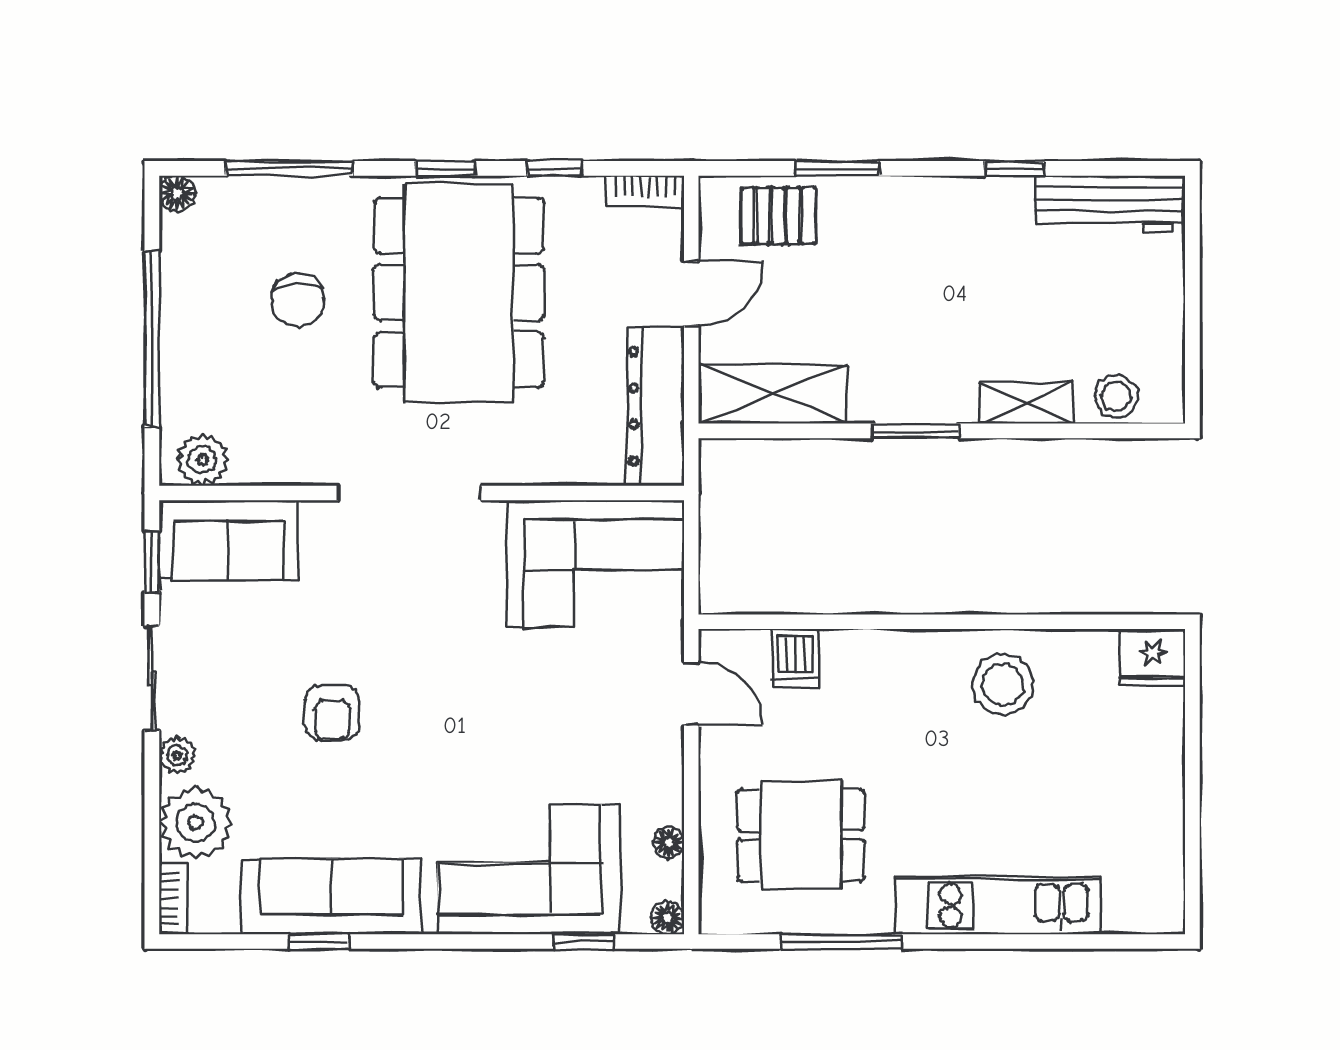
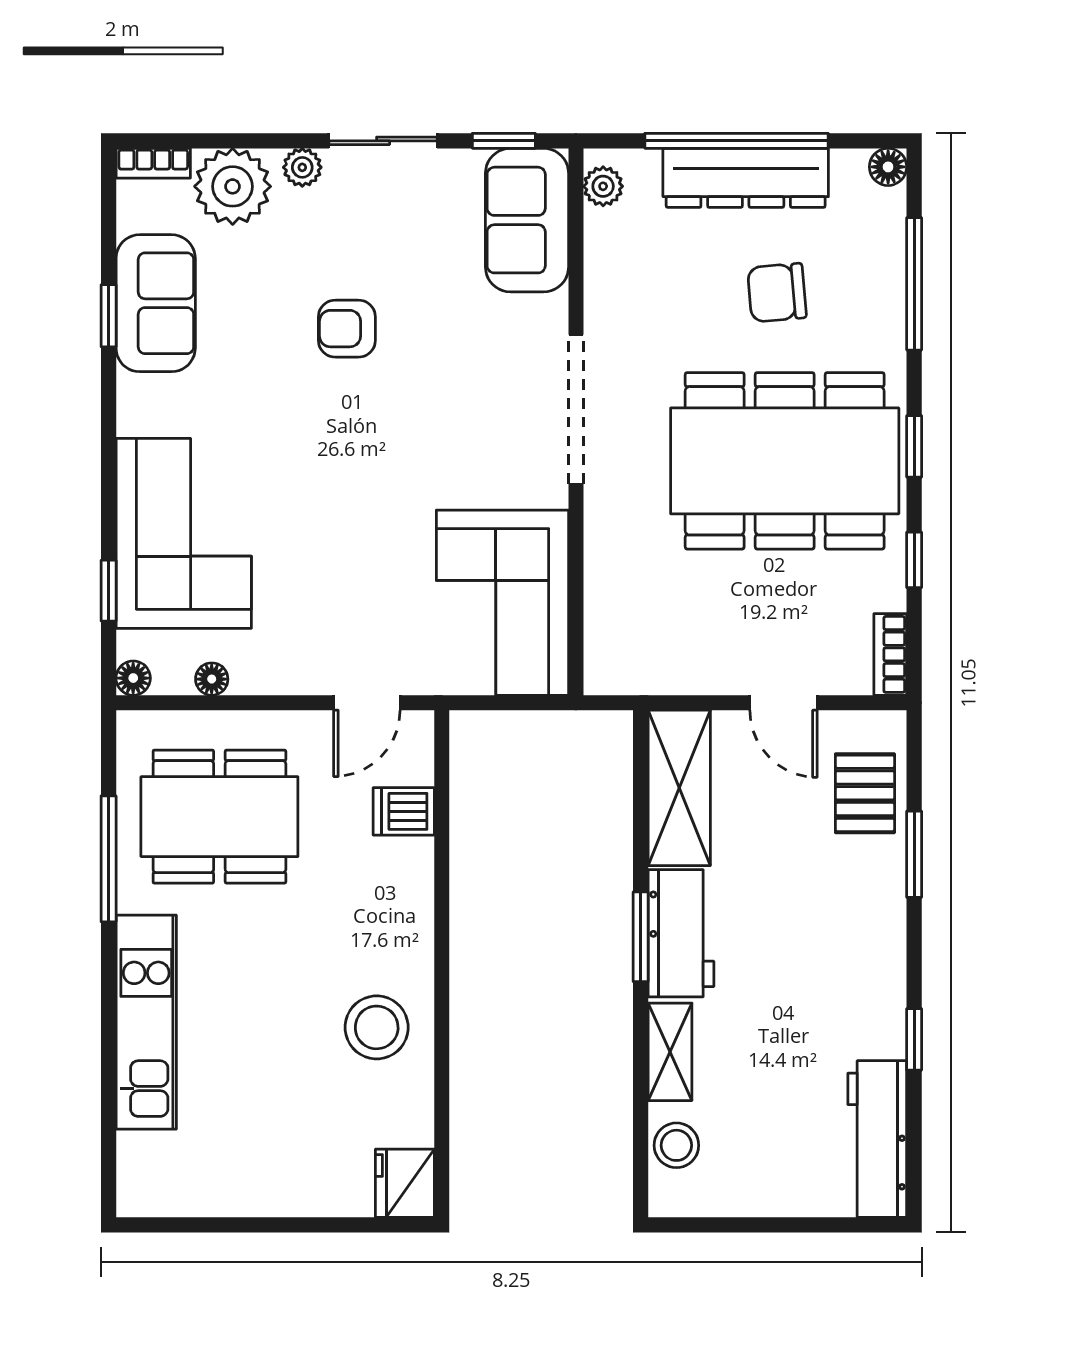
workbench: (912, 392) -> (681, 933), added
dresser: (656, 406) -> (746, 178), moved, turned 180
plant: (203, 460) -> (603, 186), width x0.73, depth x0.73
dining table: (801, 835) -> (219, 817), width x1.37
sofa: (331, 896) -> (156, 303), width x0.73

